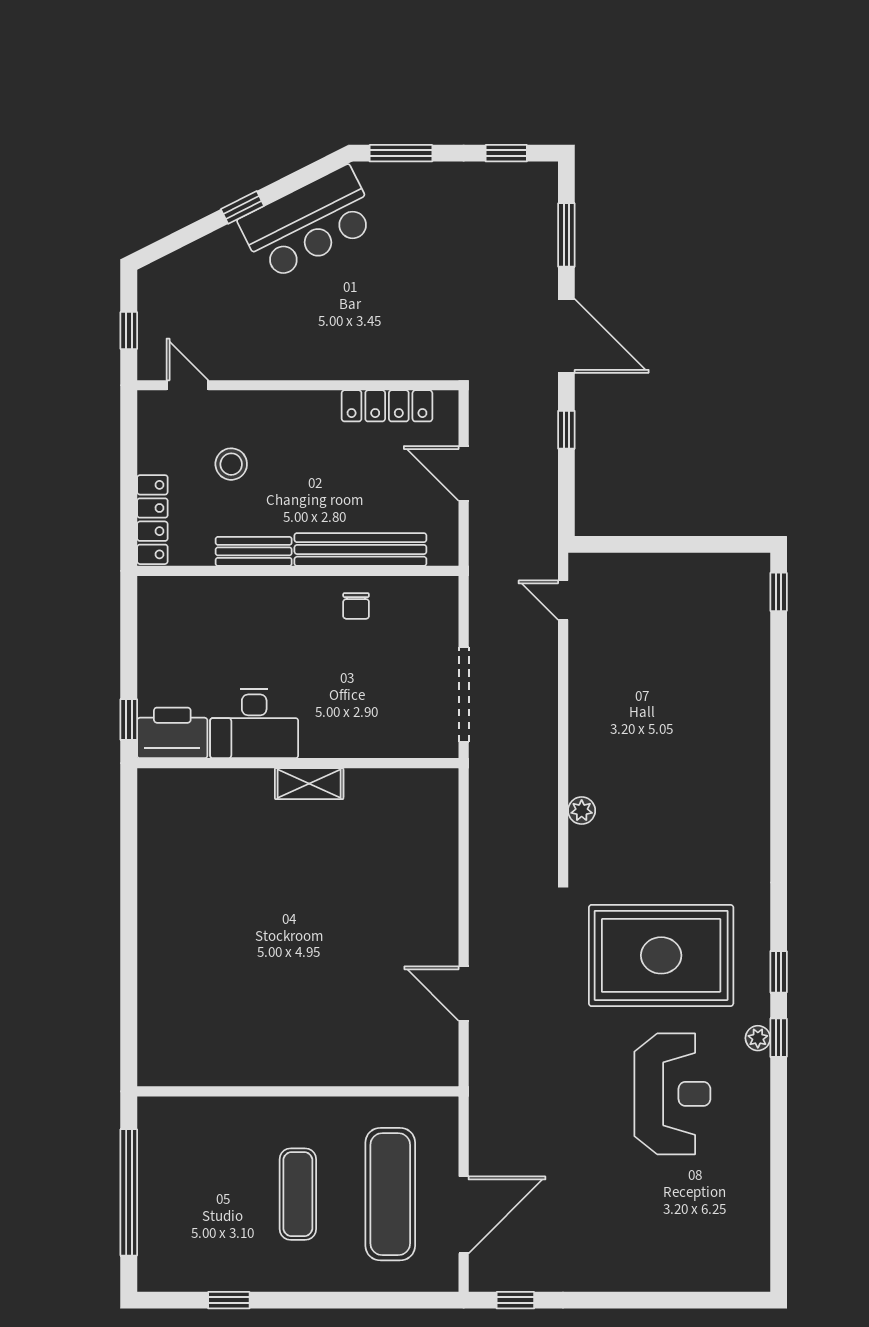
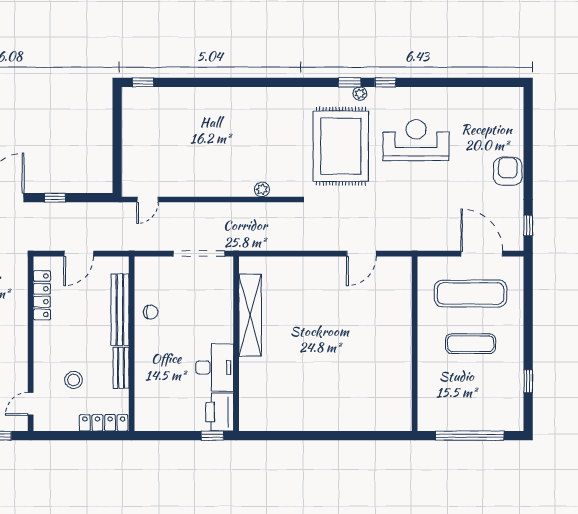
shelving: (309, 784) -> (250, 315), width x2.20, depth x1.33
plant: (758, 1038) -> (360, 94), moved
armchair: (615, 1263) -> (508, 171), added

